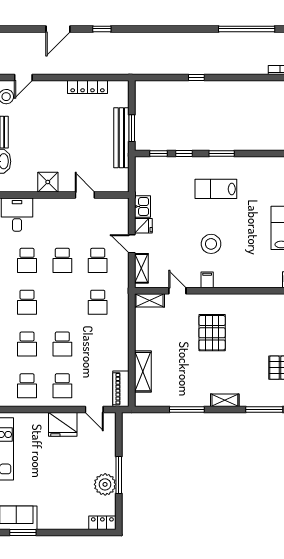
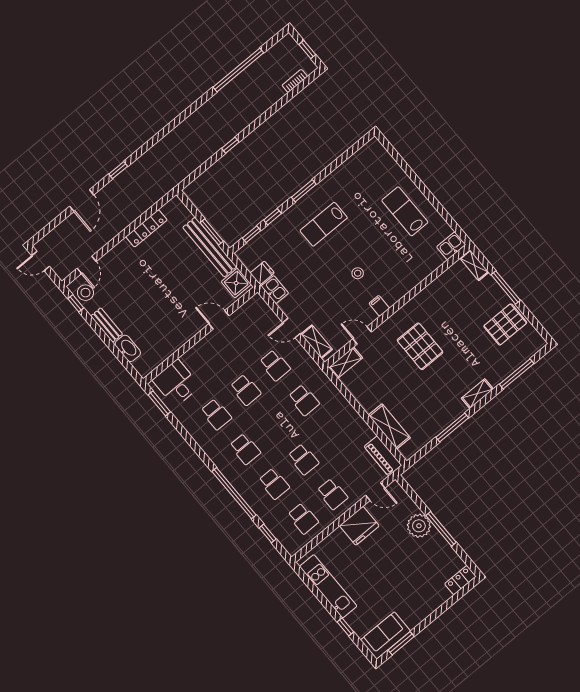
shower: (48, 182) -> (236, 283), moved
fridge: (143, 226) -> (262, 273), moved
stool: (211, 244) -> (358, 273), width x0.53, depth x0.53
plant: (105, 484) -> (419, 526), moved

